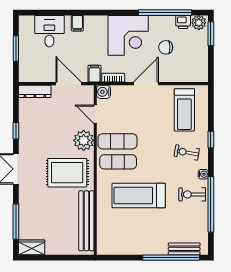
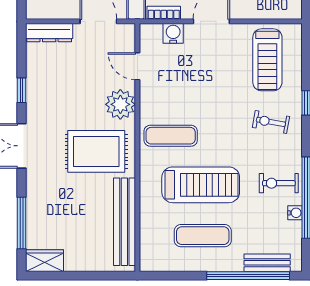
water cooler: (103, 92) -> (173, 33), moved, turned 90
exercise mat: (117, 141) -> (203, 236), moved
water cooler: (203, 174) -> (295, 213), moved
treadmill: (139, 195) -> (201, 185), turned 180

